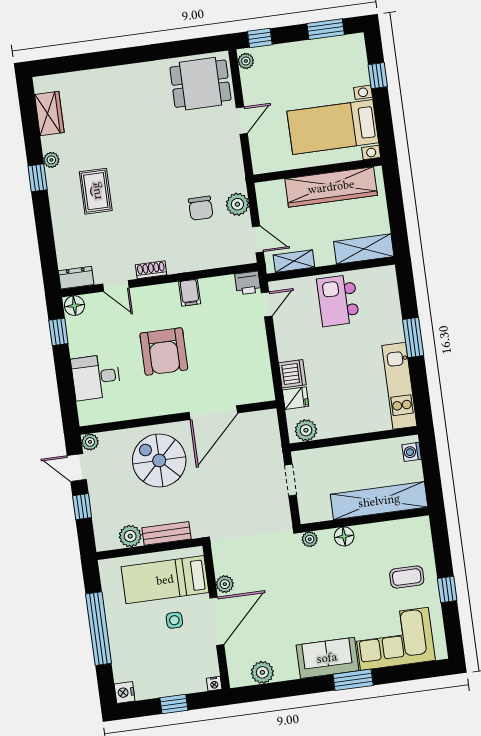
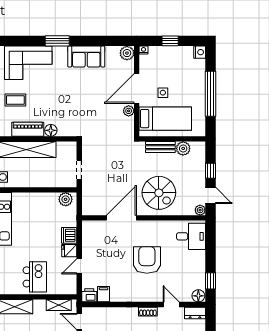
filing cabinet: (190, 293) -> (103, 294), moved
door: (267, 304) -> (79, 266), moved
desk: (96, 377) -> (191, 236), moved
fridge: (296, 398) -> (69, 251), moved
piano: (381, 533) -> (28, 129), added
plant: (310, 539) -> (72, 132), removed
sofa: (327, 658) -> (86, 57), moved
plant: (262, 672) -> (127, 53), moved

